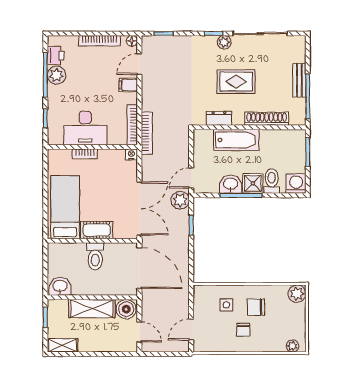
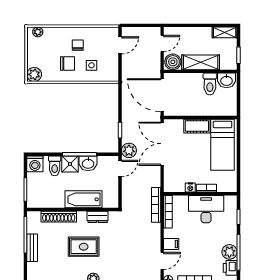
nightstand: (131, 154) -> (190, 188), moved
toilet: (95, 256) -> (210, 84), moved, turned 180
door: (139, 332) -> (162, 43), swing flipped

